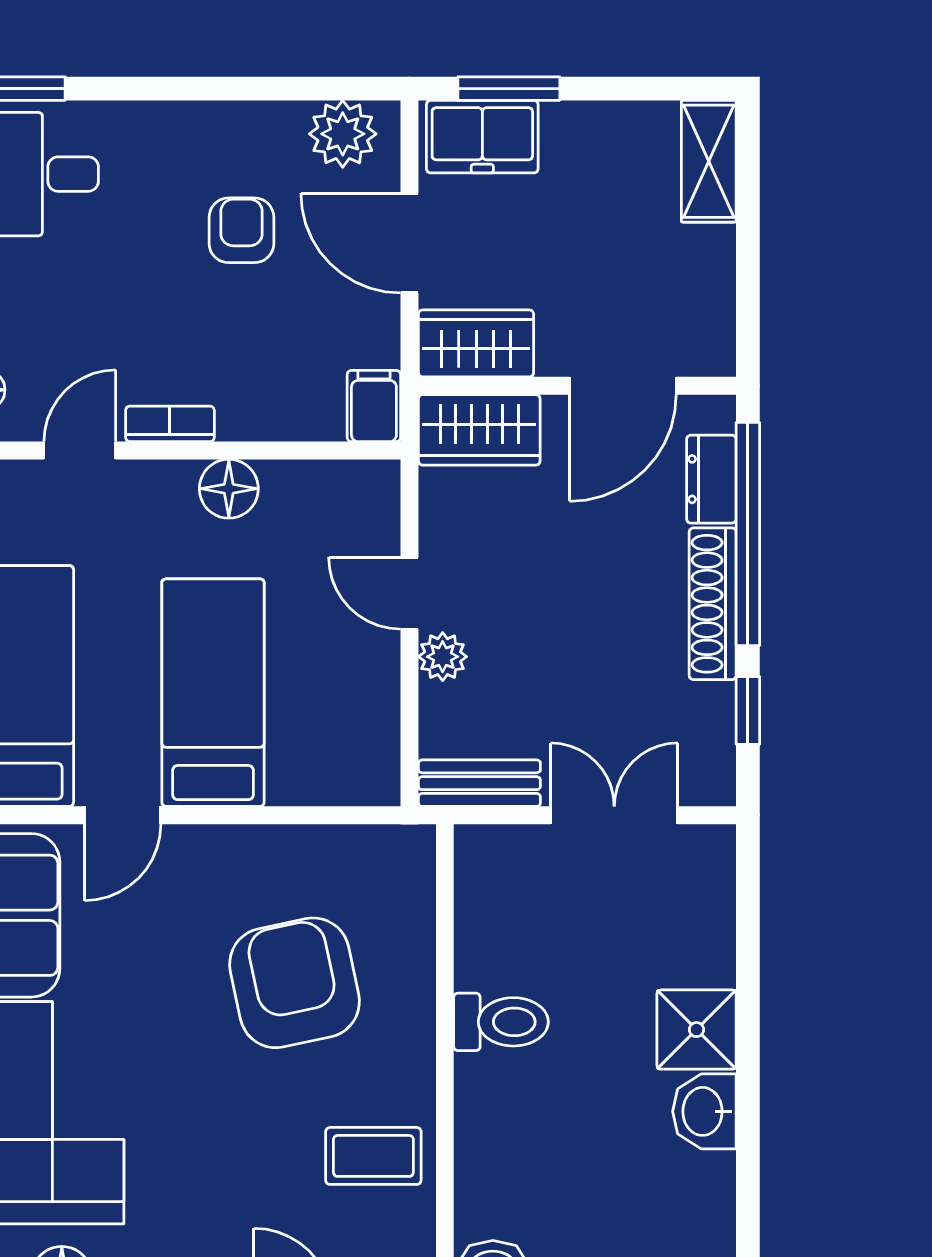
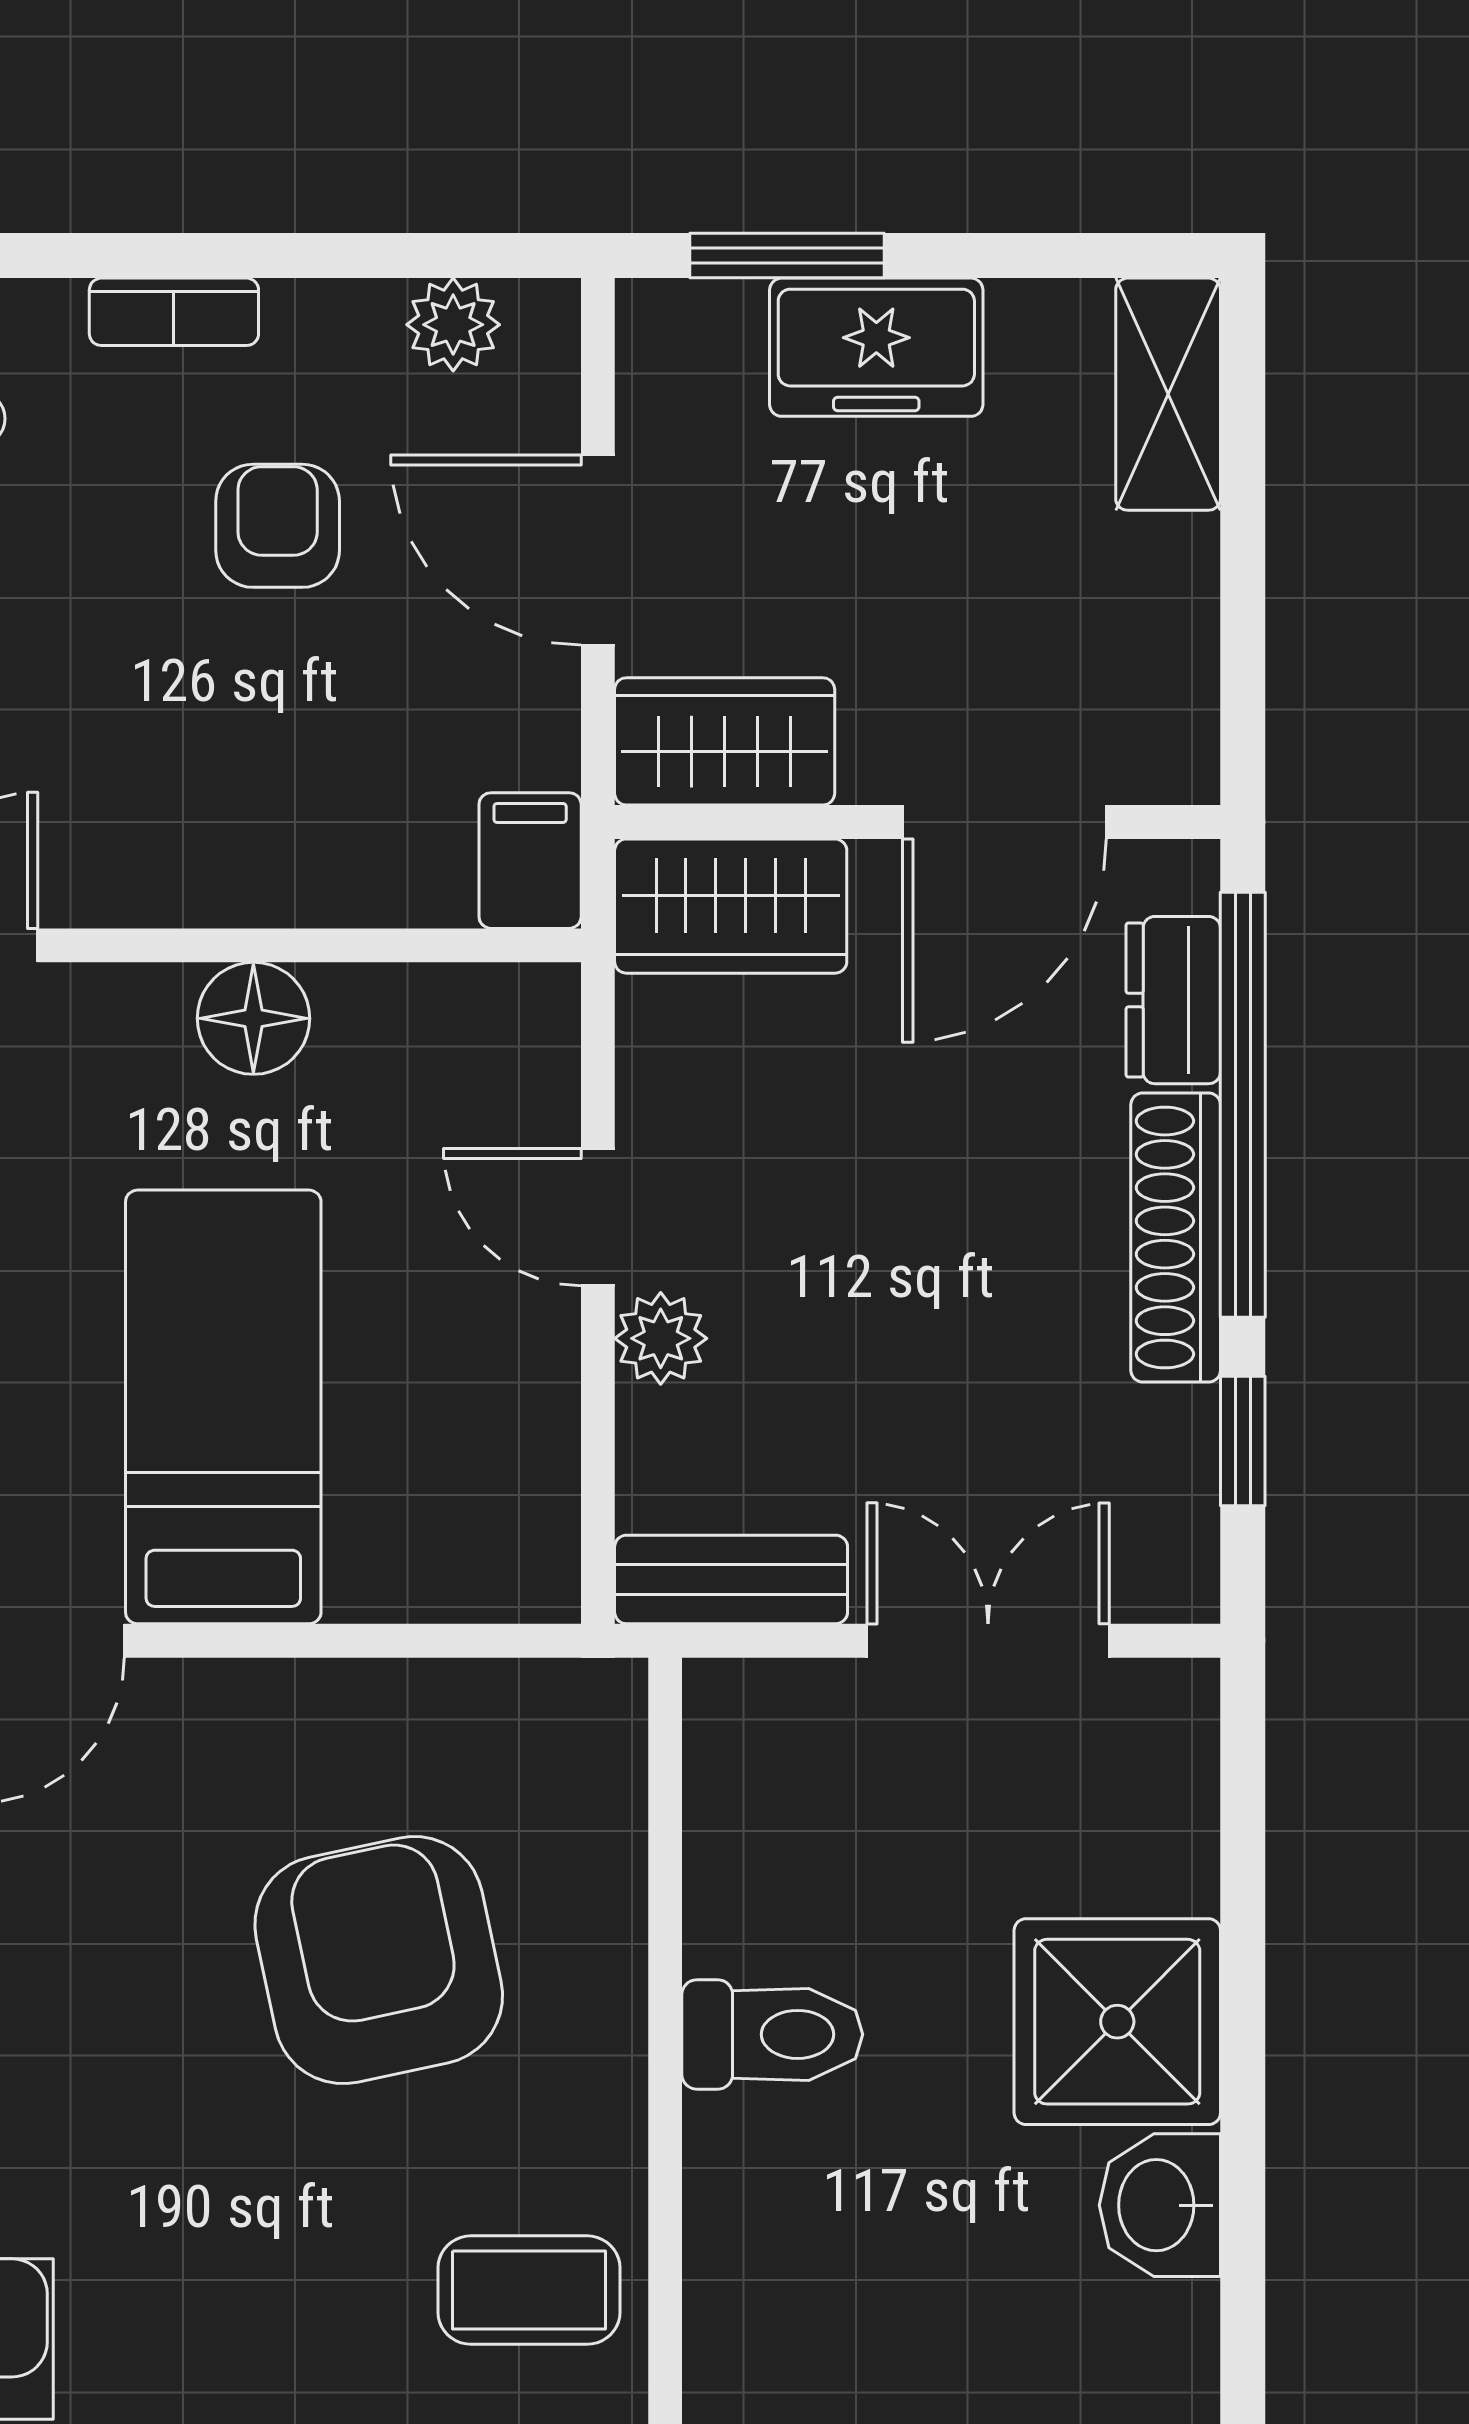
plant: (343, 134) -> (453, 325), width x0.73, depth x0.73
freezer: (482, 137) -> (876, 347), moved
bookcase: (170, 424) -> (174, 312), moved, turned 180
shower: (696, 1030) -> (1117, 2022), width x1.36, depth x1.36

